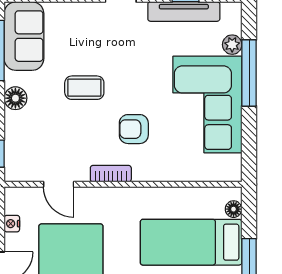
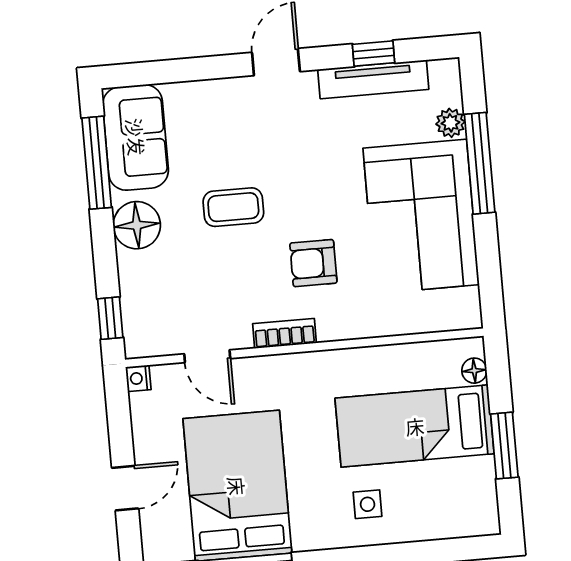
floor lamp: (15, 98) -> (137, 225), width x1.38, depth x1.38
nightstand: (12, 224) -> (138, 378), moved

